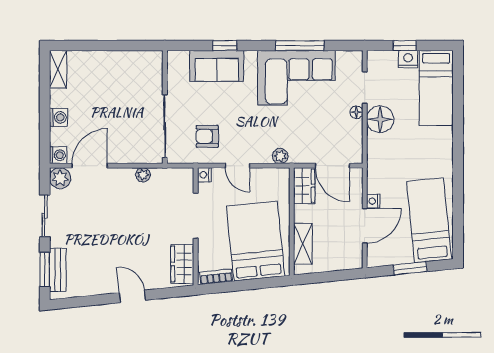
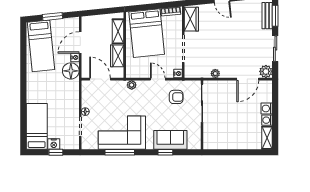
floor lamp: (380, 119) -> (71, 71), moved
washing machine: (58, 155) -> (267, 120), moved
wardrobe: (304, 186) -> (117, 56), moved

